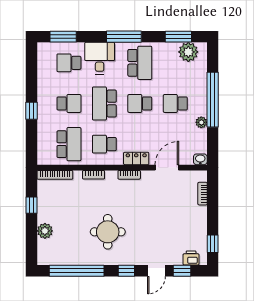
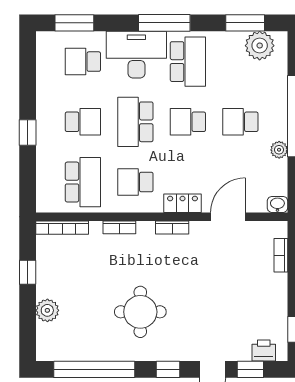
desk: (100, 58) -> (136, 55), width x1.37

